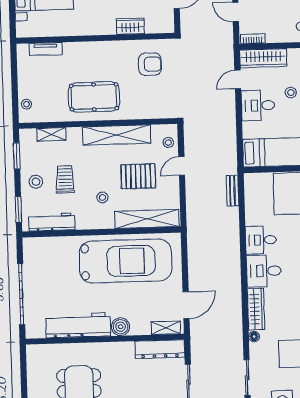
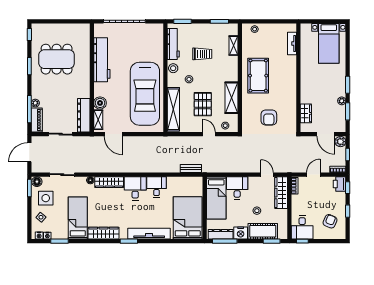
wardrobe: (130, 26) -> (306, 113), moved
armchair: (150, 64) -> (269, 118), moved
desk: (258, 105) -> (237, 188), moved
shelving: (117, 135) -> (232, 98), width x0.68
stool: (36, 182) -> (173, 68), moved
boiler: (121, 327) -> (100, 103), moved

